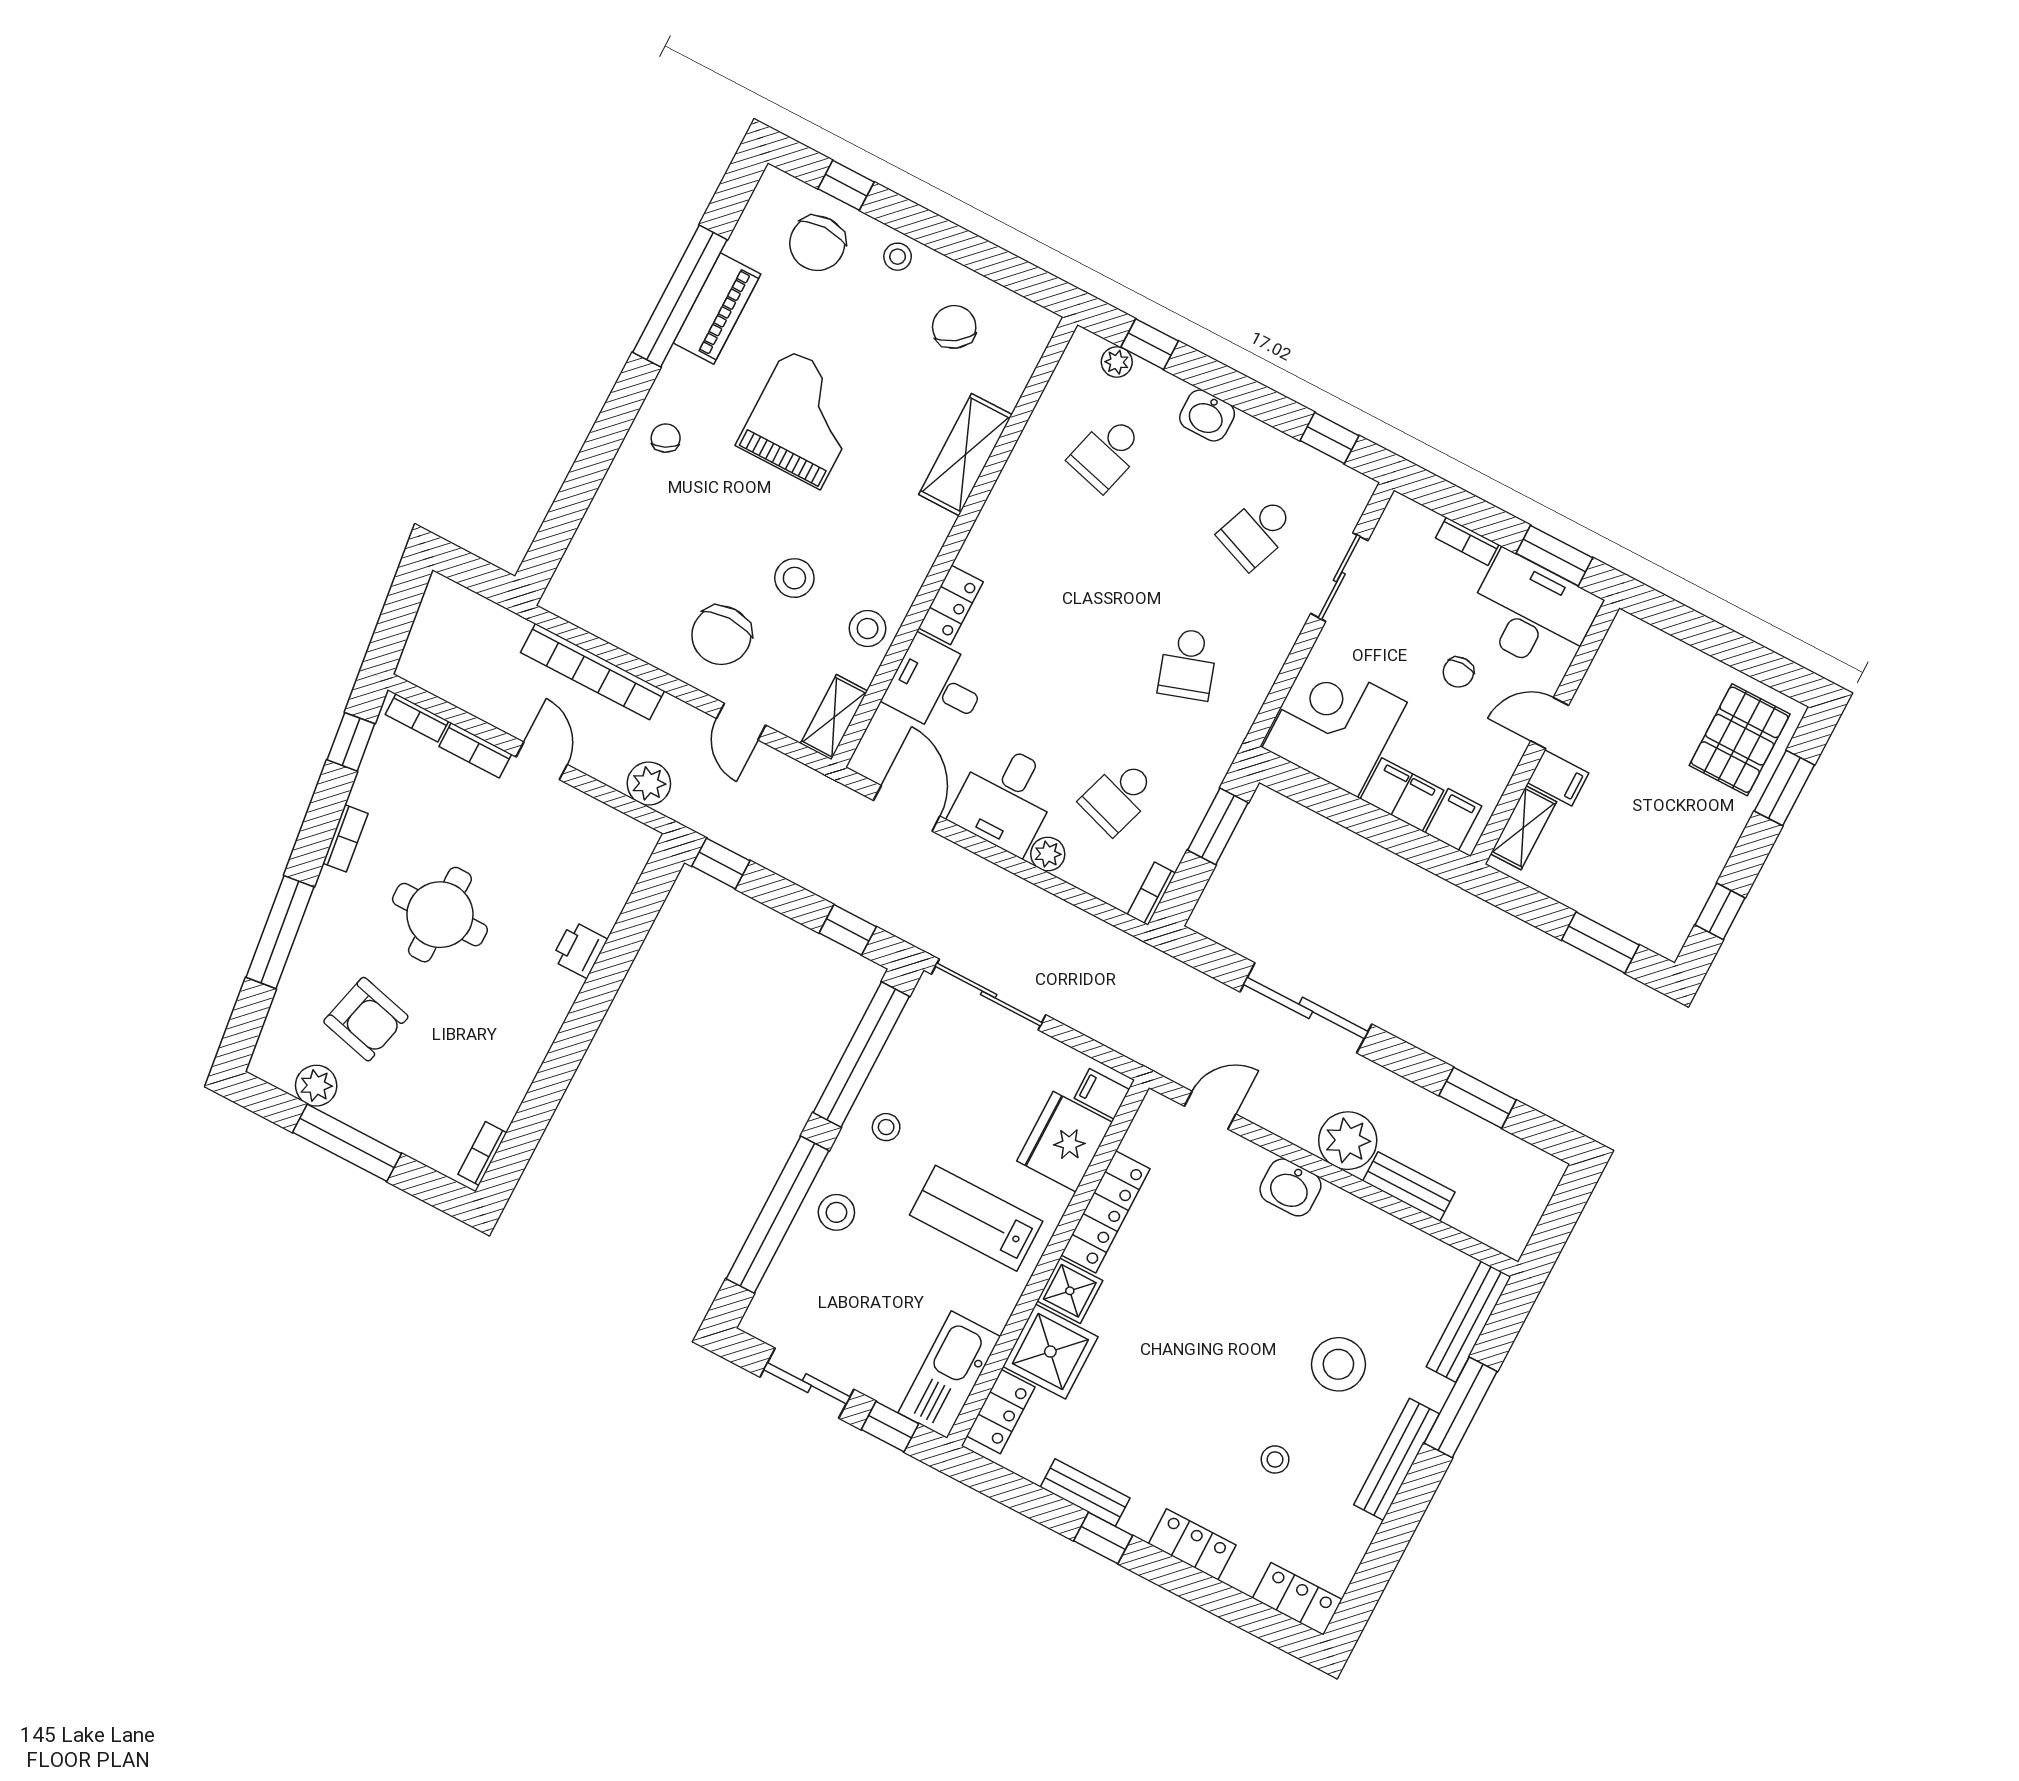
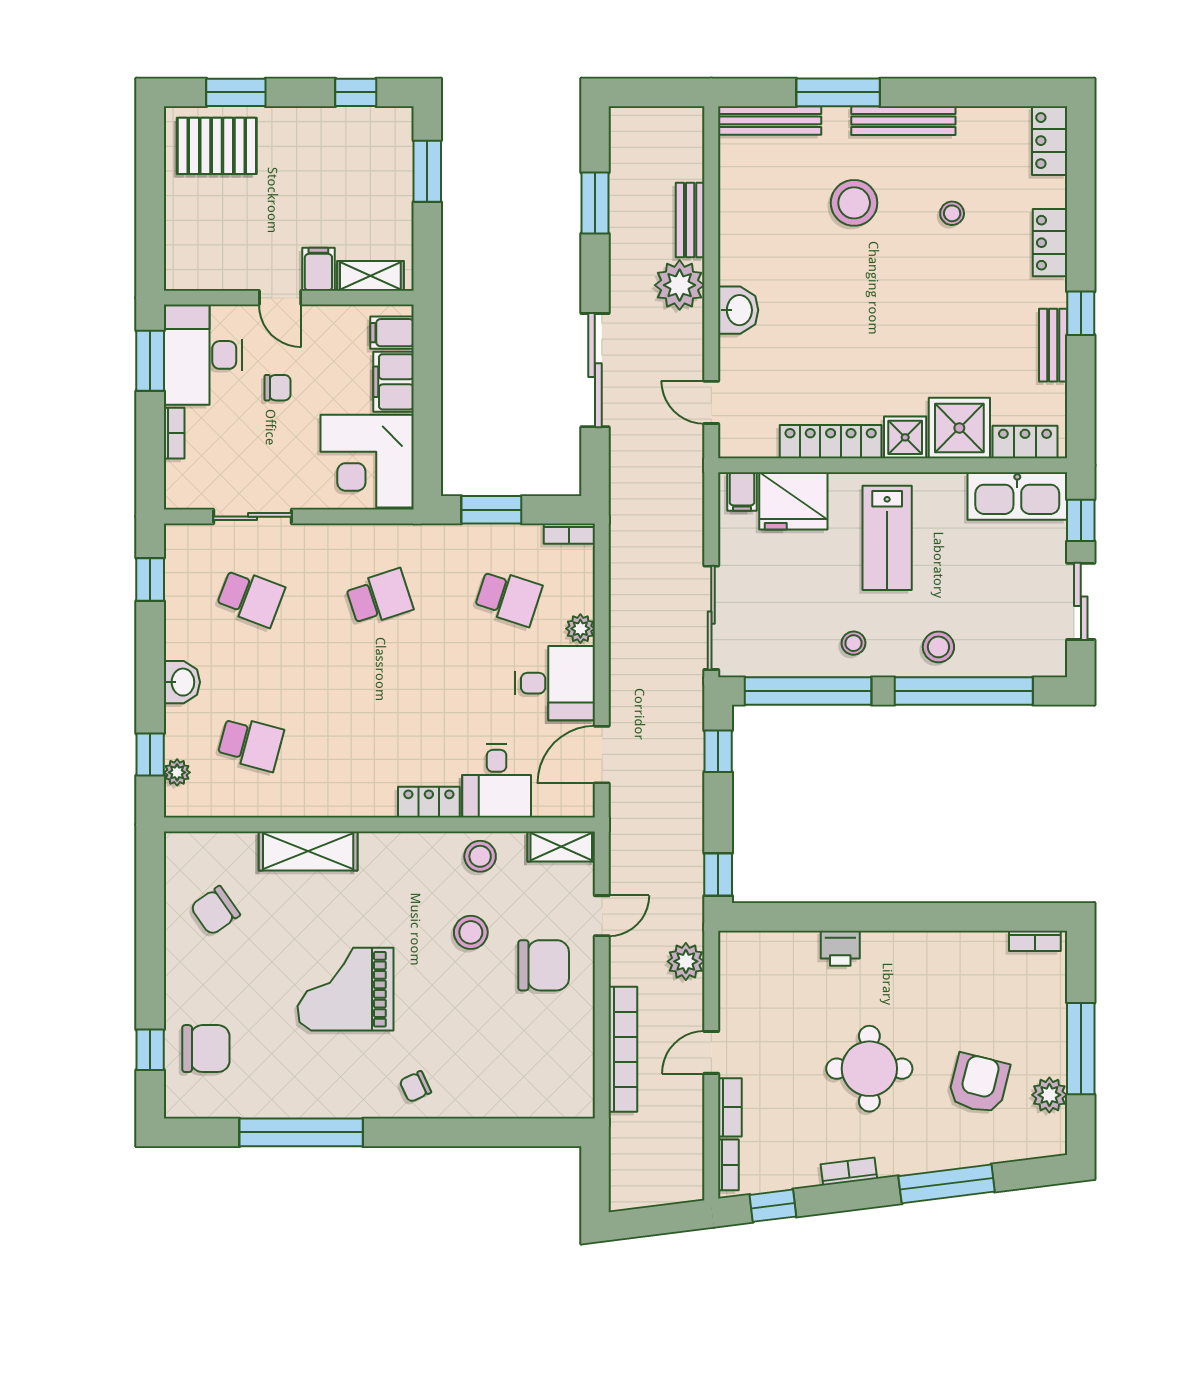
stool: (898, 257) -> (184, 982), removed
piano: (717, 309) -> (296, 1099), removed

